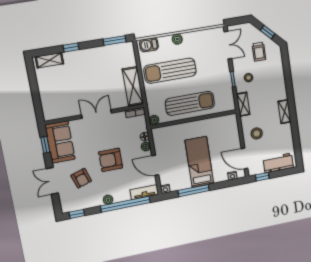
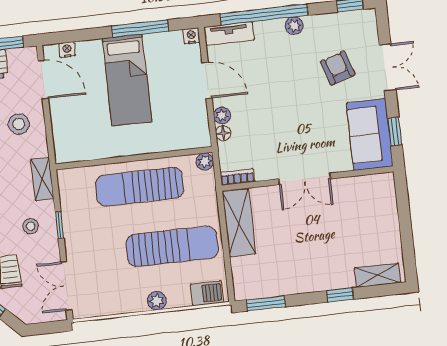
armchair: (111, 160) -> (285, 96), removed

